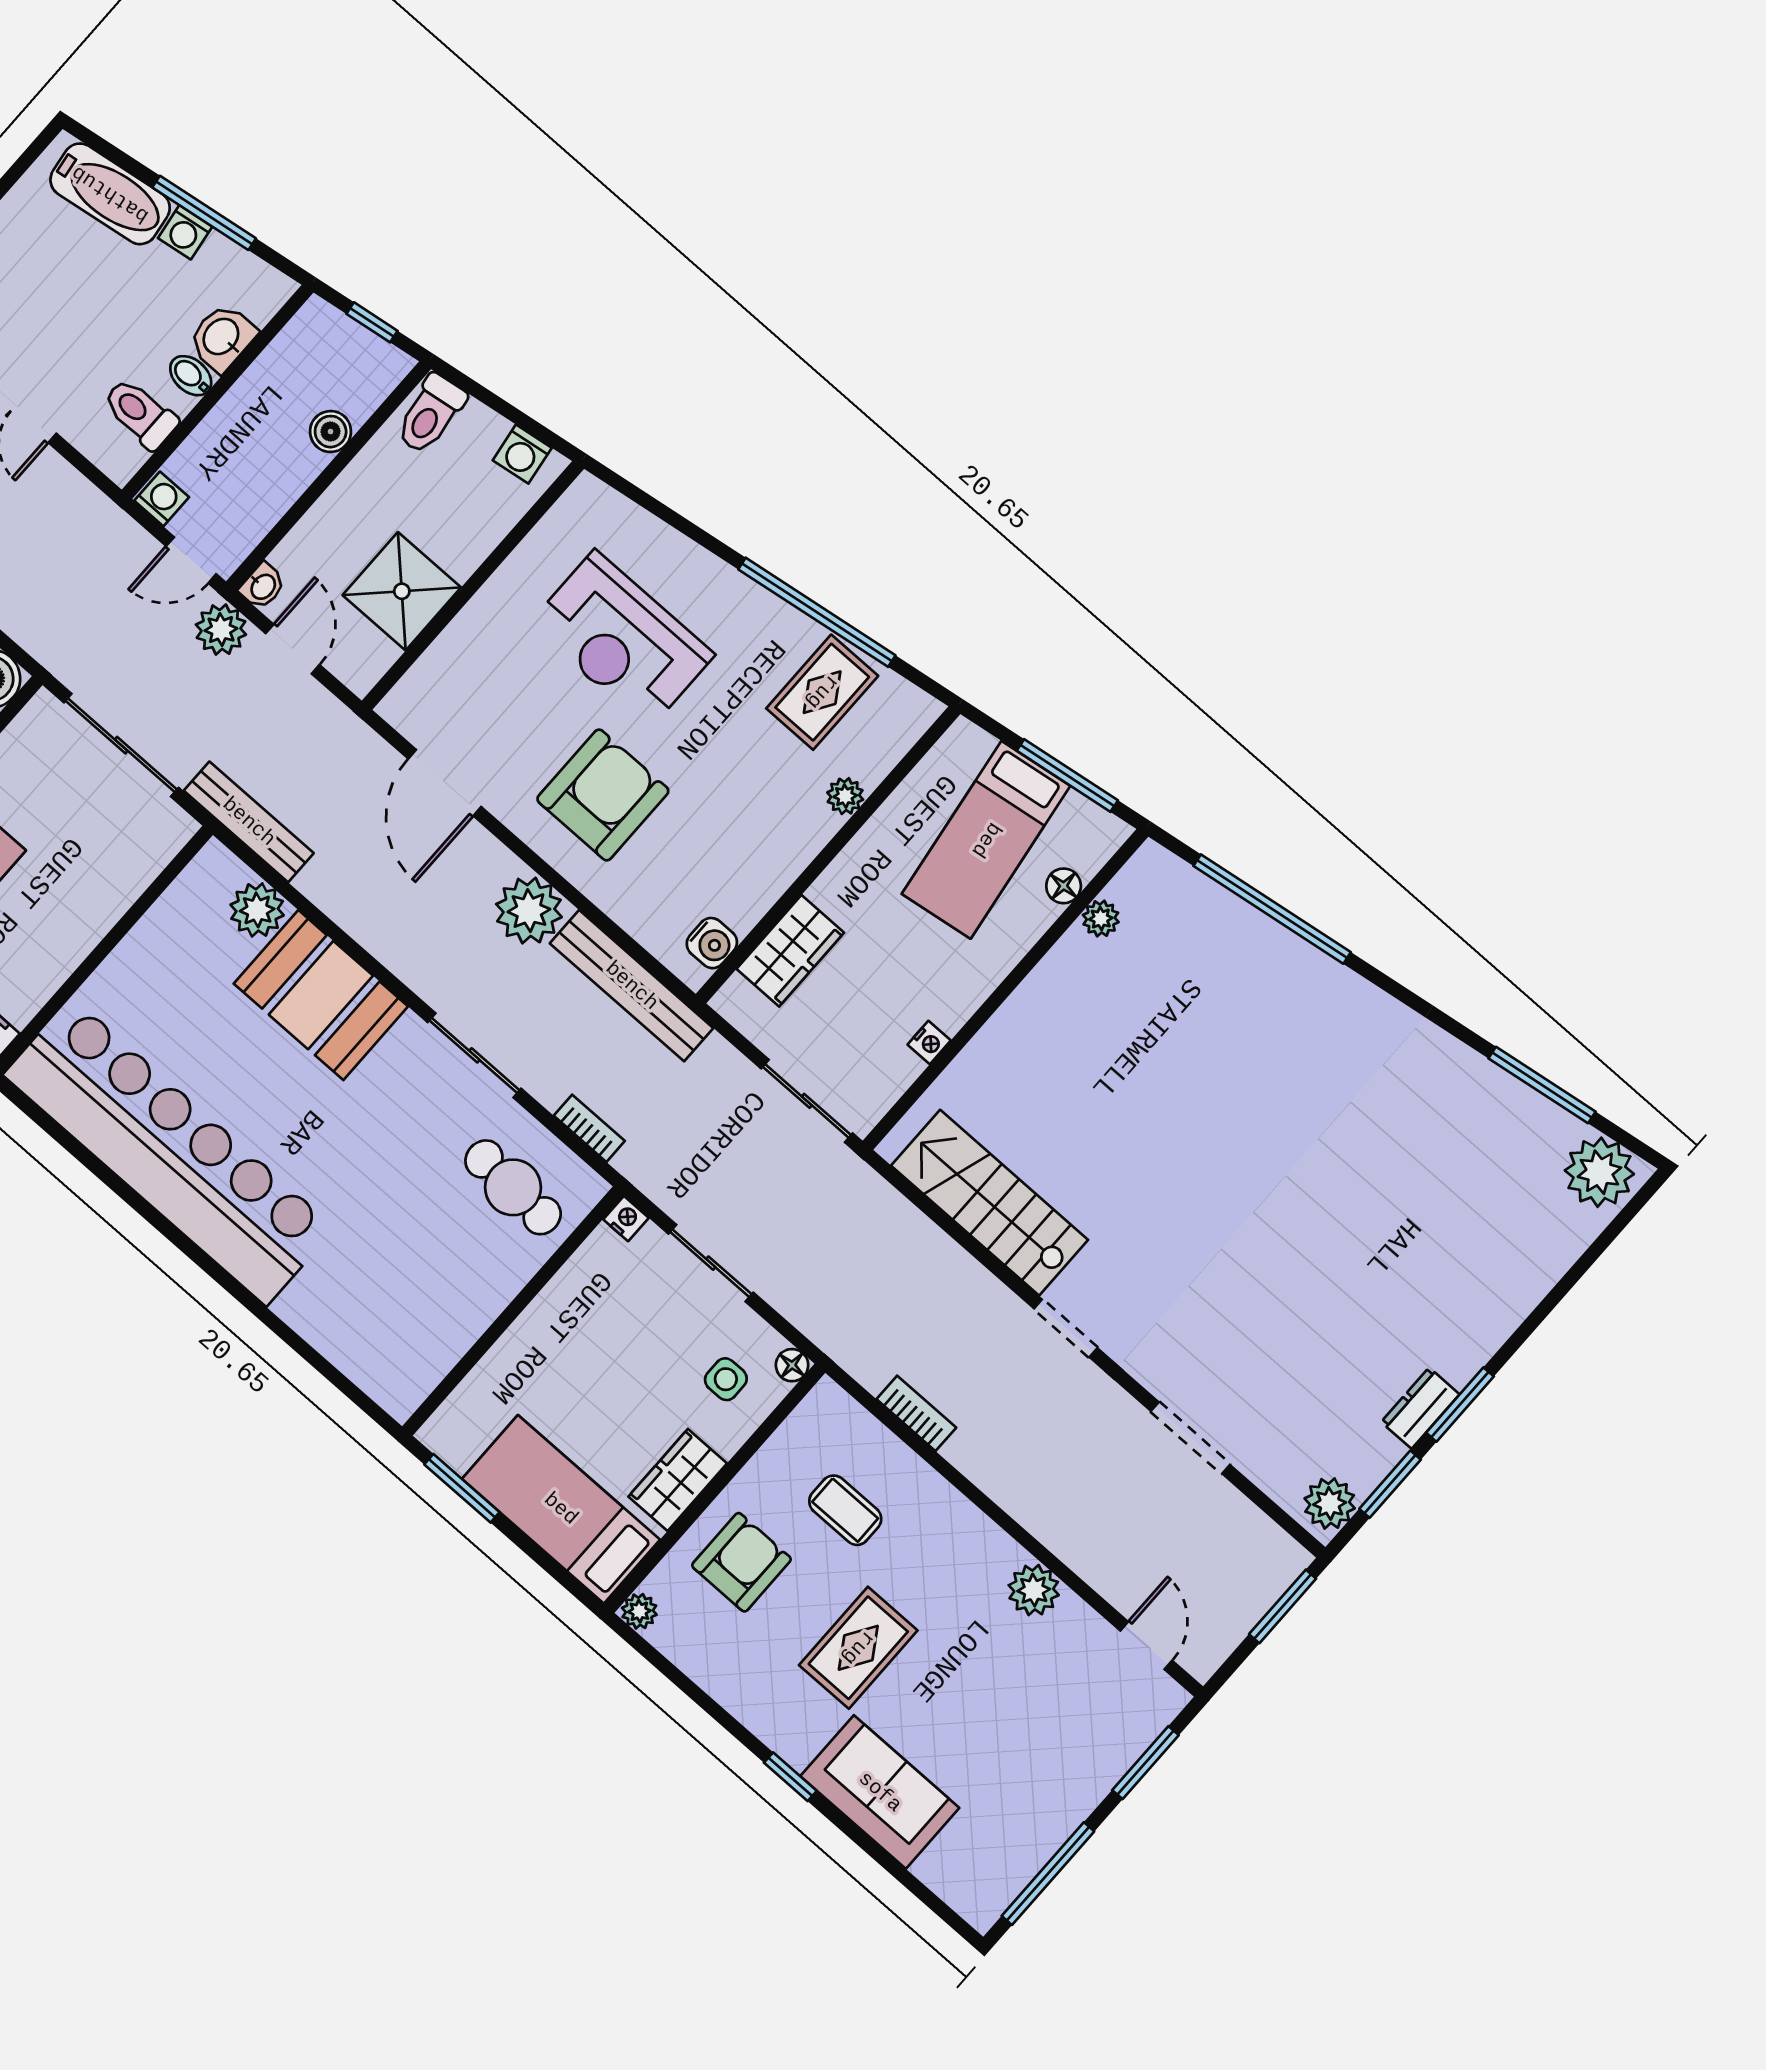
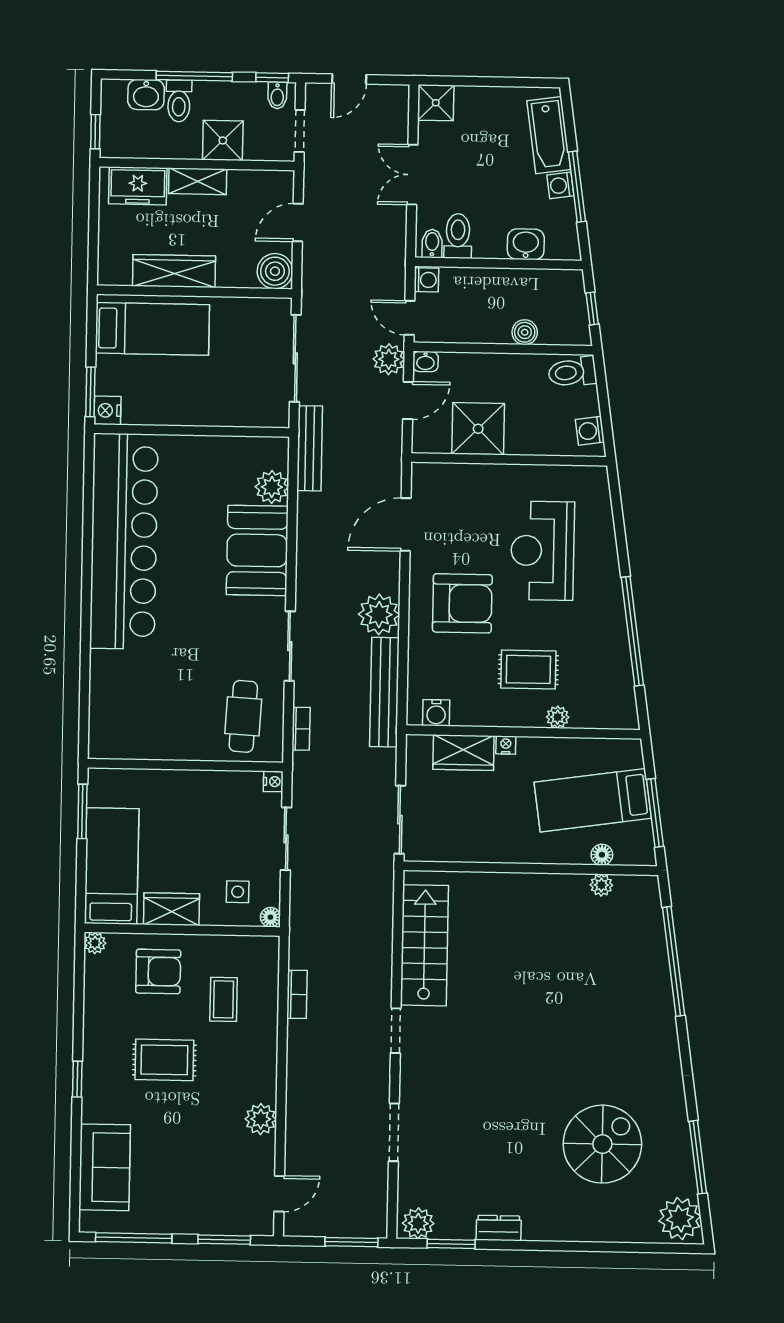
bidet: (191, 376) -> (432, 244), moved
rug: (822, 692) -> (528, 669), moved
nightstand: (929, 1042) -> (506, 745), moved, turned 180
spiral stairs: (1425, 1190) -> (602, 1144), added
window: (1460, 1405) -> (516, 1245), removed
sofa: (880, 1792) -> (105, 1167), moved

